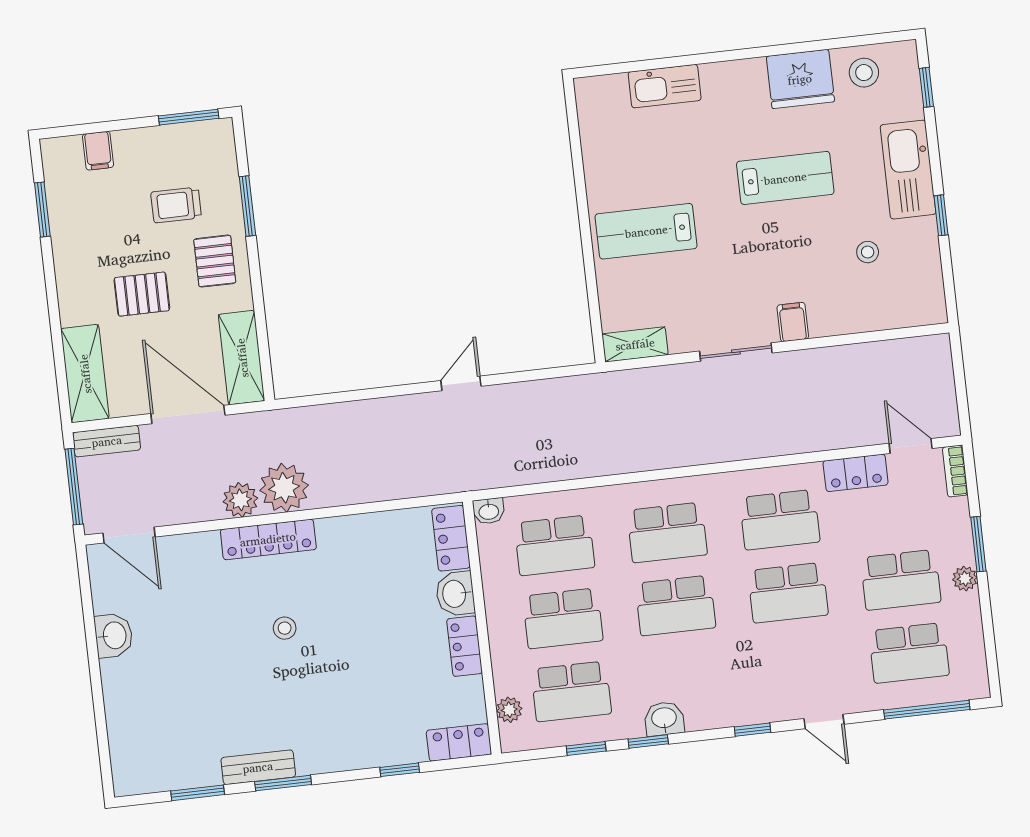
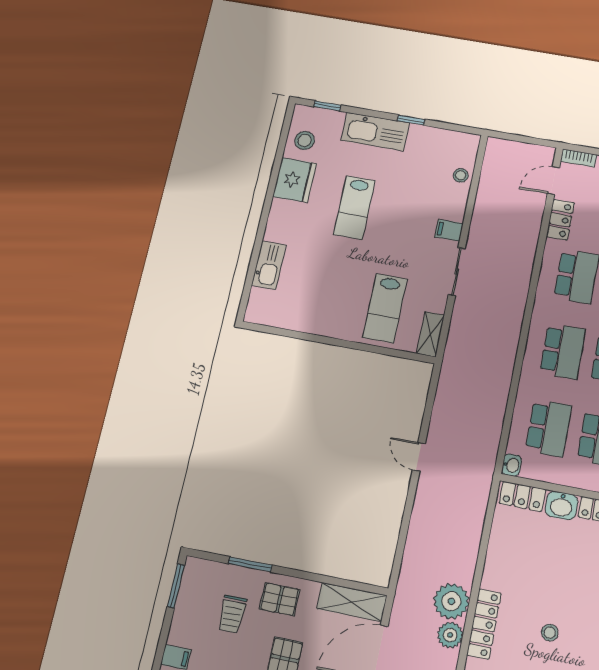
lab bench: (785, 178) -> (354, 208), turned 180
lab bench: (646, 231) -> (385, 308), moved
stool: (868, 252) -> (461, 175), moved

